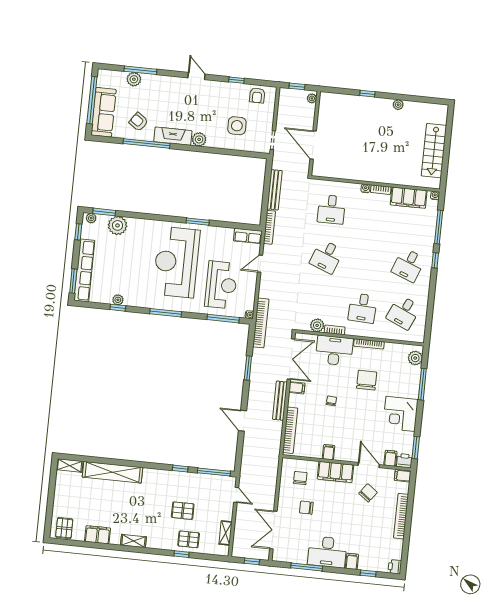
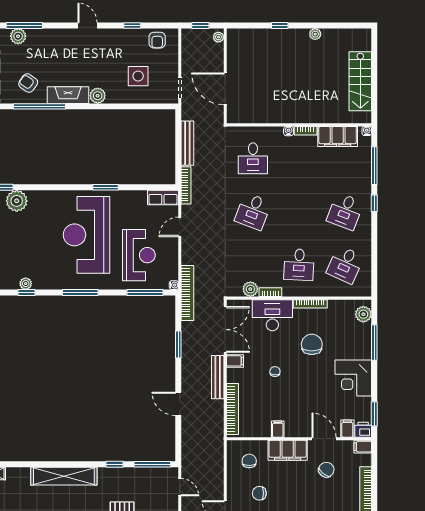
shelving: (113, 472) -> (64, 476), moved

